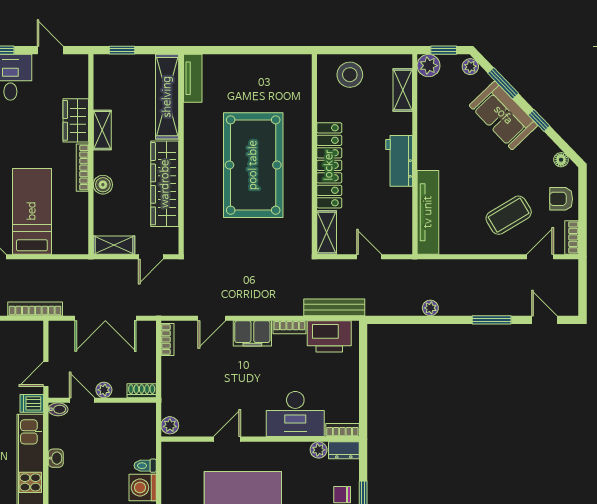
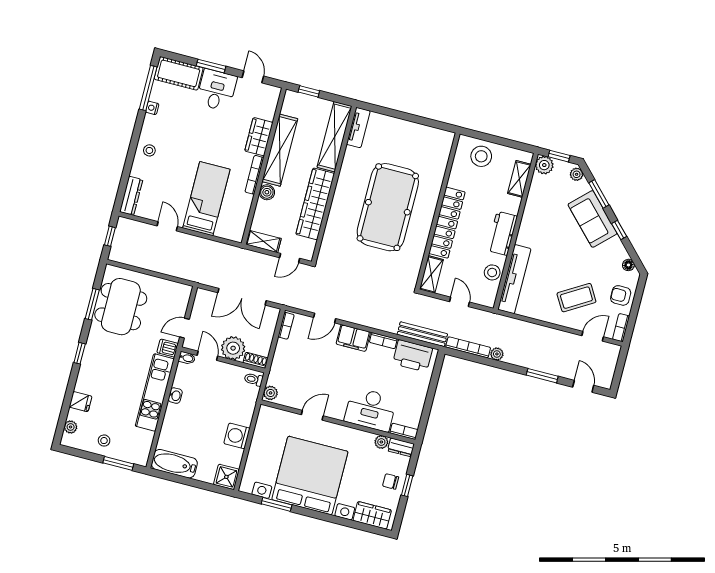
shelving: (102, 130) -> (280, 150), width x2.20, depth x1.33
stool: (399, 211) -> (492, 272), added
bookcase: (35, 309) -> (468, 347), moved
plant: (104, 390) -> (233, 348), width x1.88, depth x1.88
toilet: (145, 466) -> (254, 379), moved

